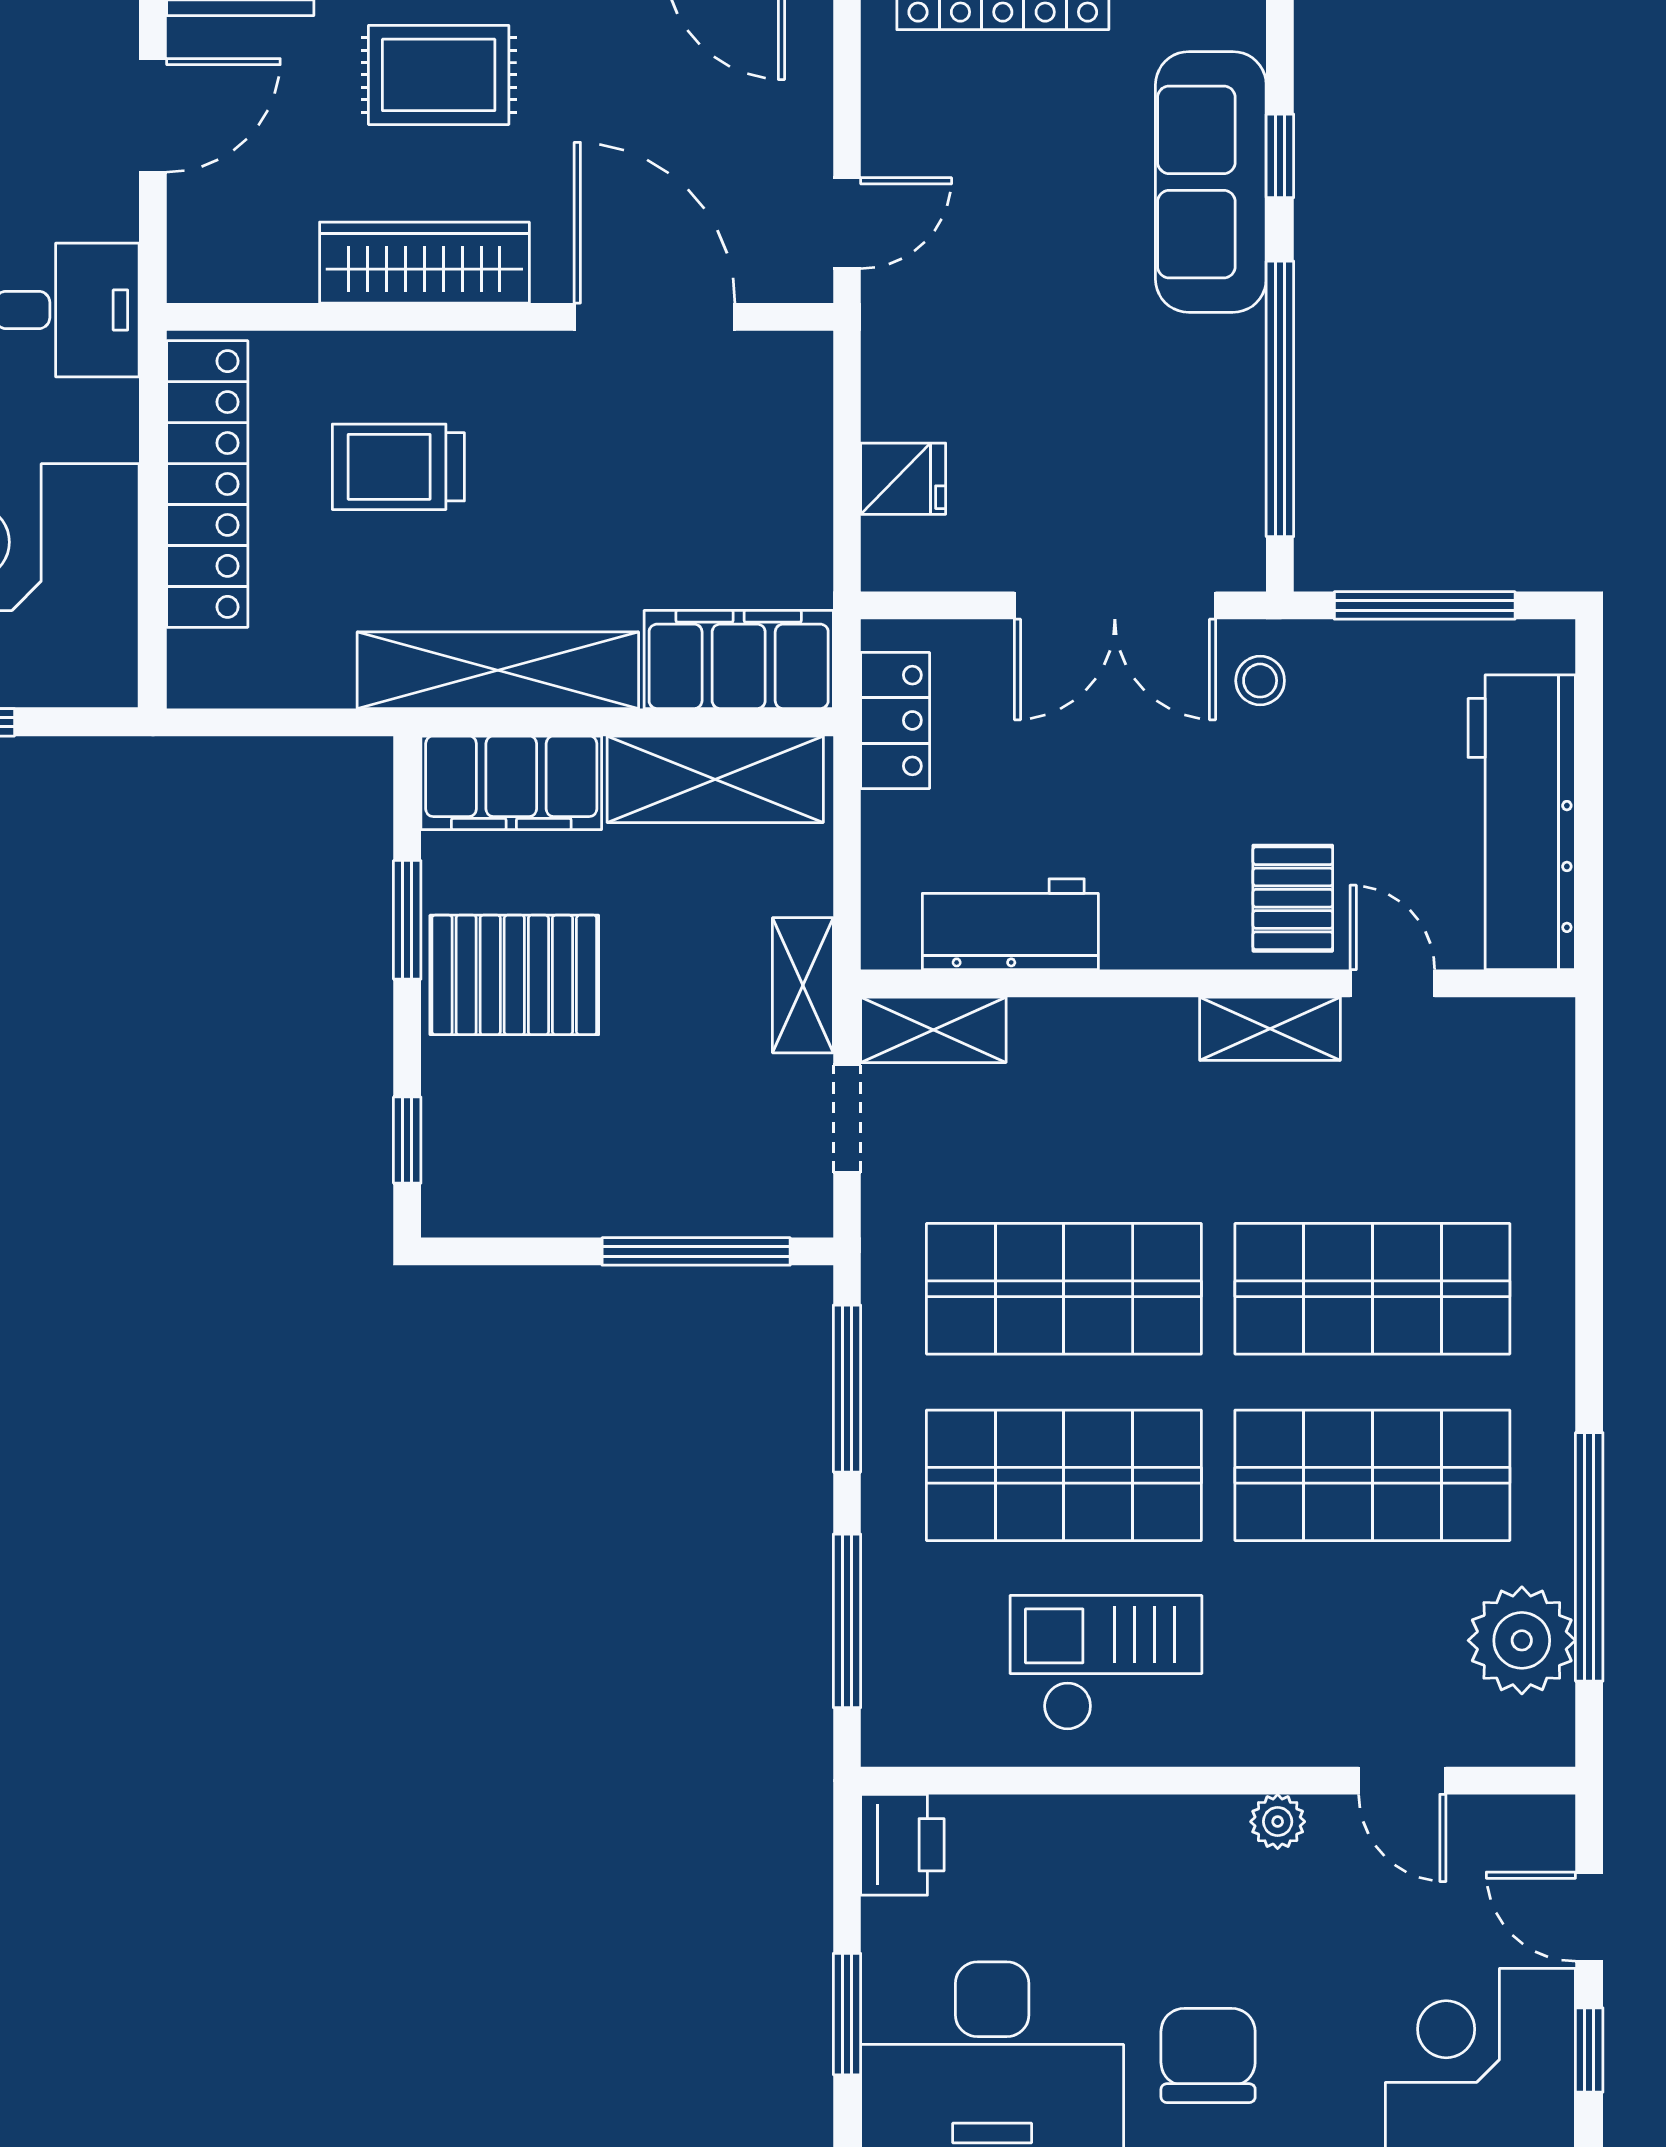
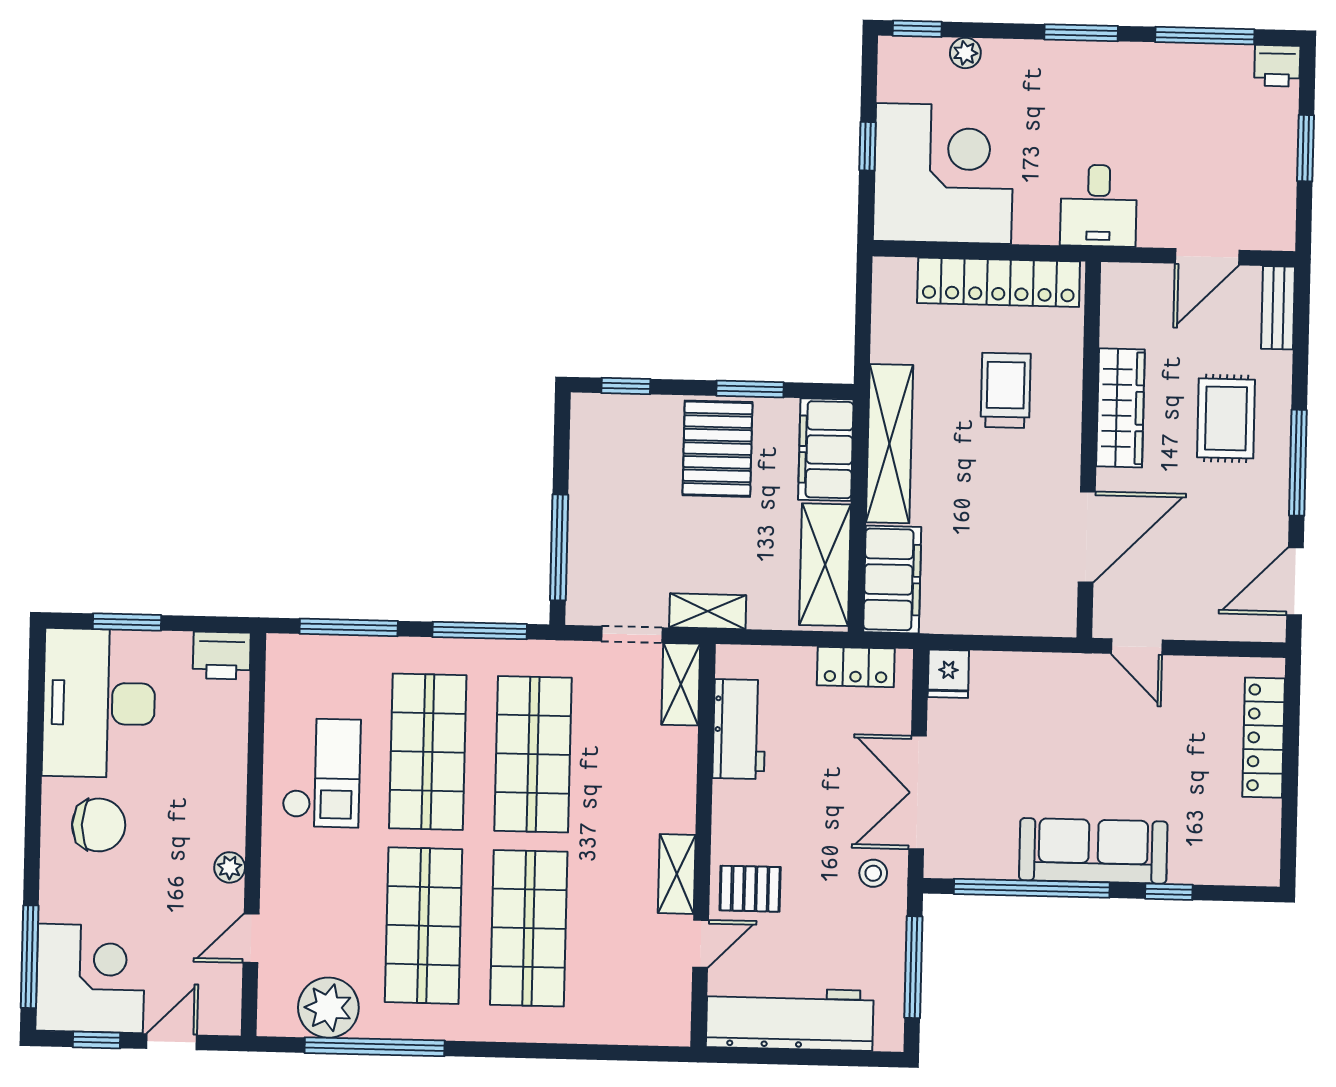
door: (153, 115) -> (1207, 257), hinge flipped
sofa: (1211, 182) -> (1093, 851), moved
fridge: (903, 479) -> (948, 674), moved

